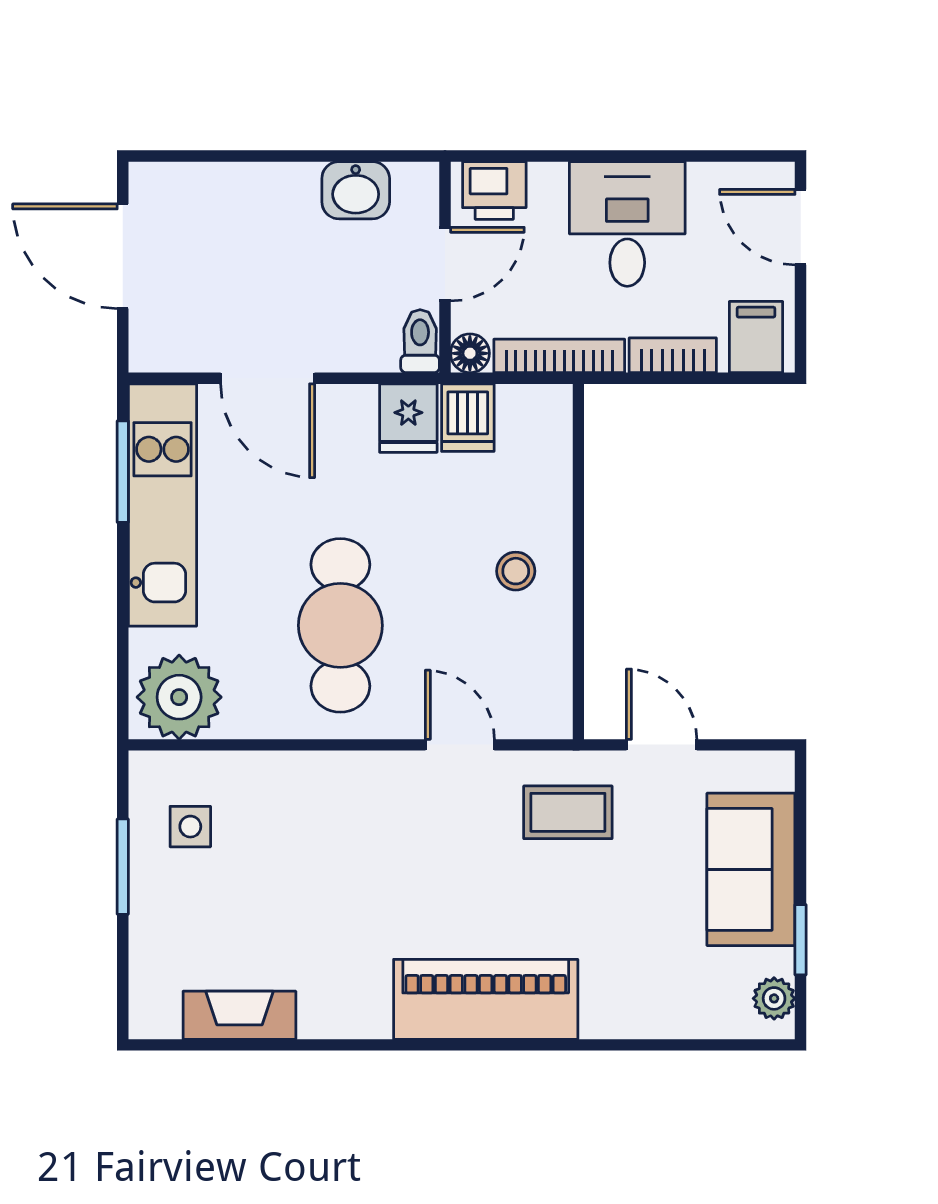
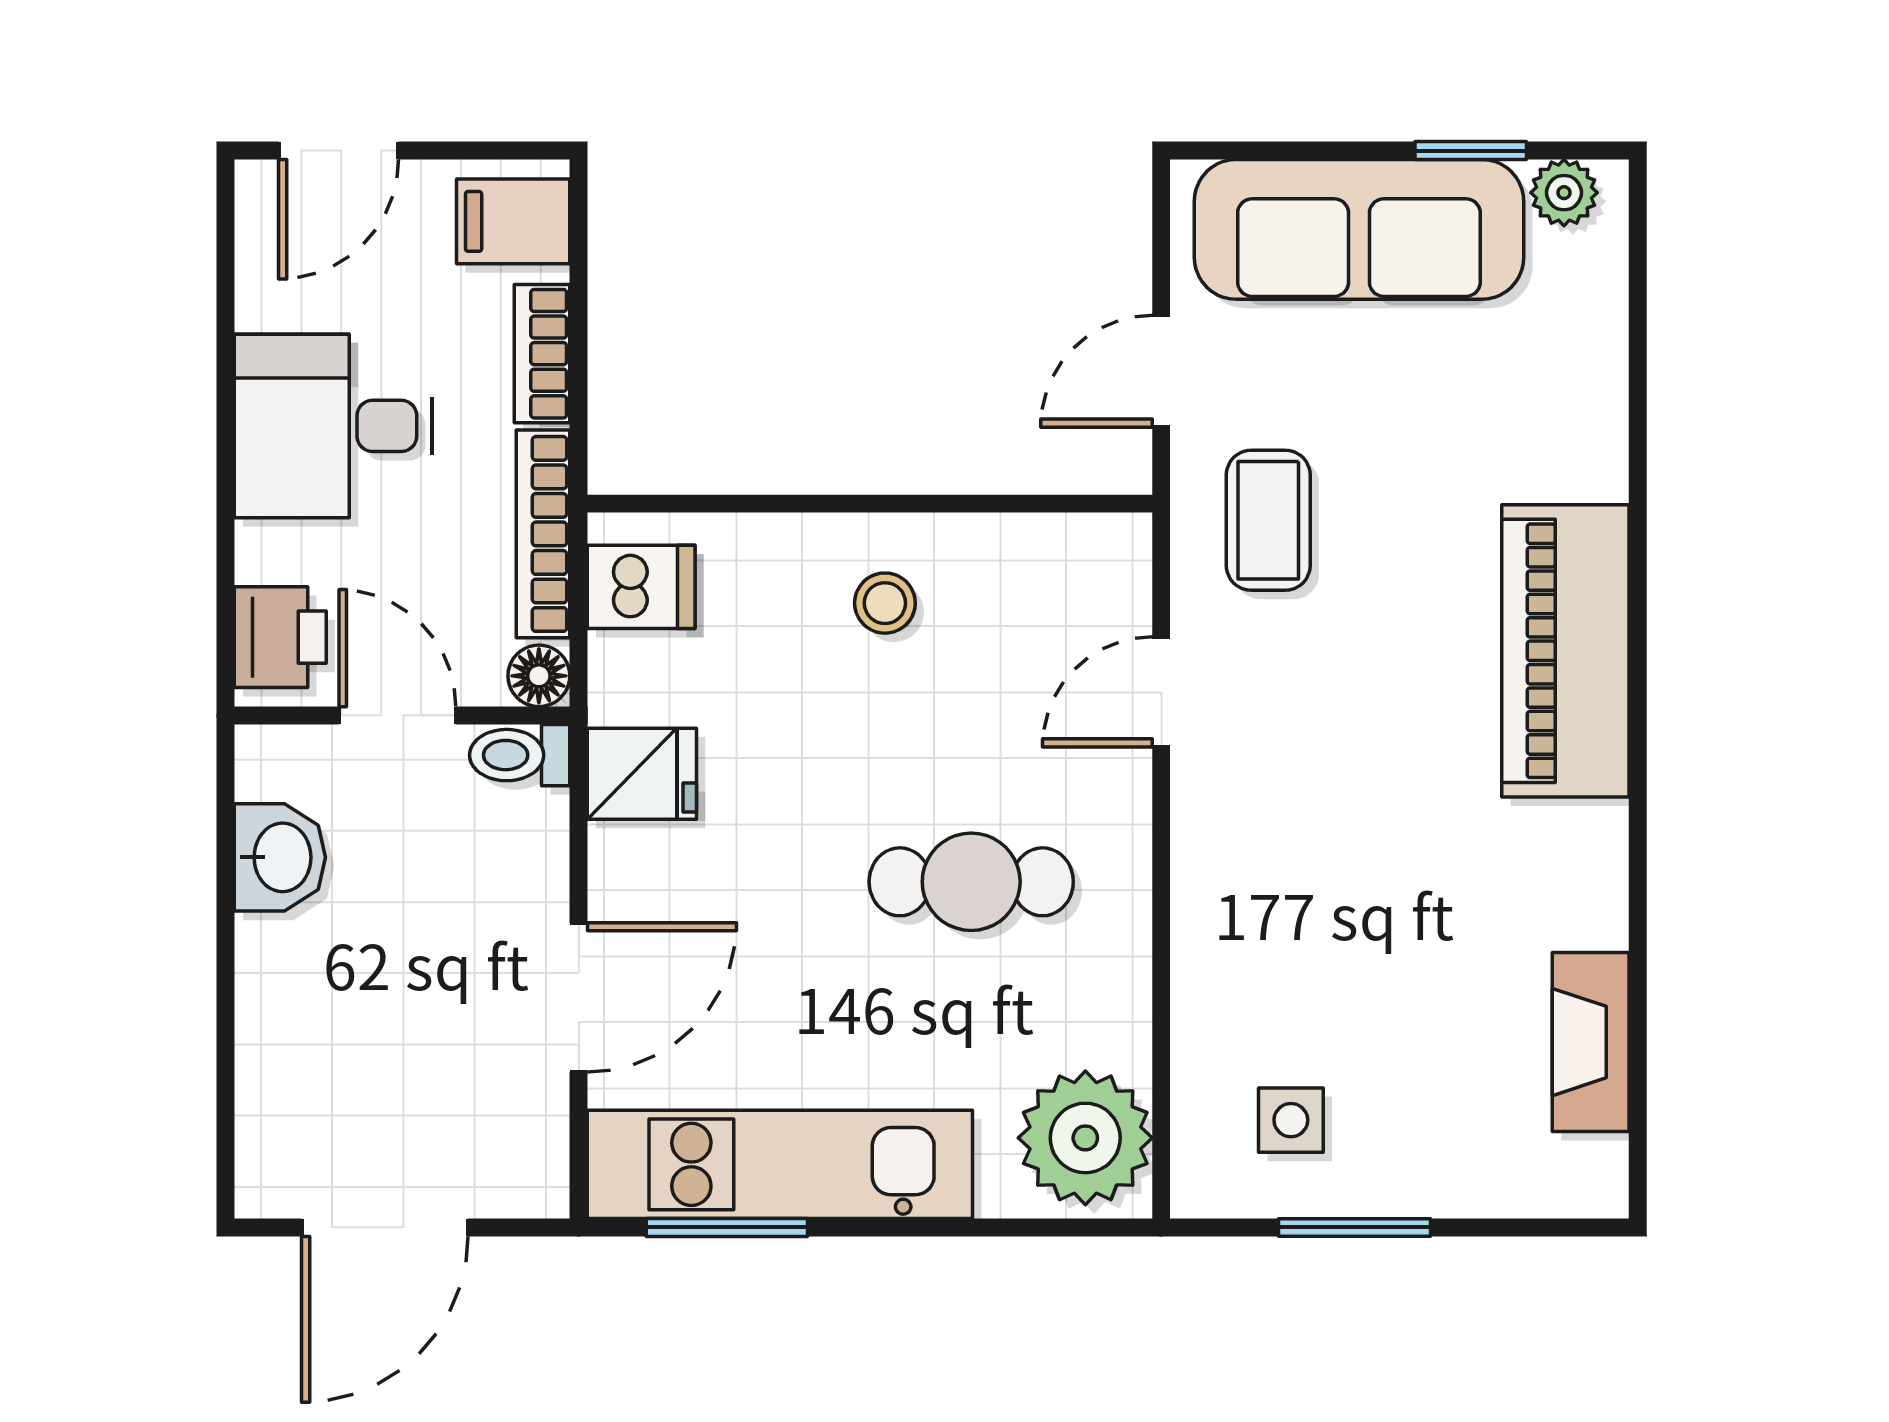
dishwasher: (468, 418) -> (641, 587), moved
cafe table: (340, 625) -> (971, 882), width x0.73, depth x0.74
sofa: (751, 869) -> (1359, 229), width x1.36

